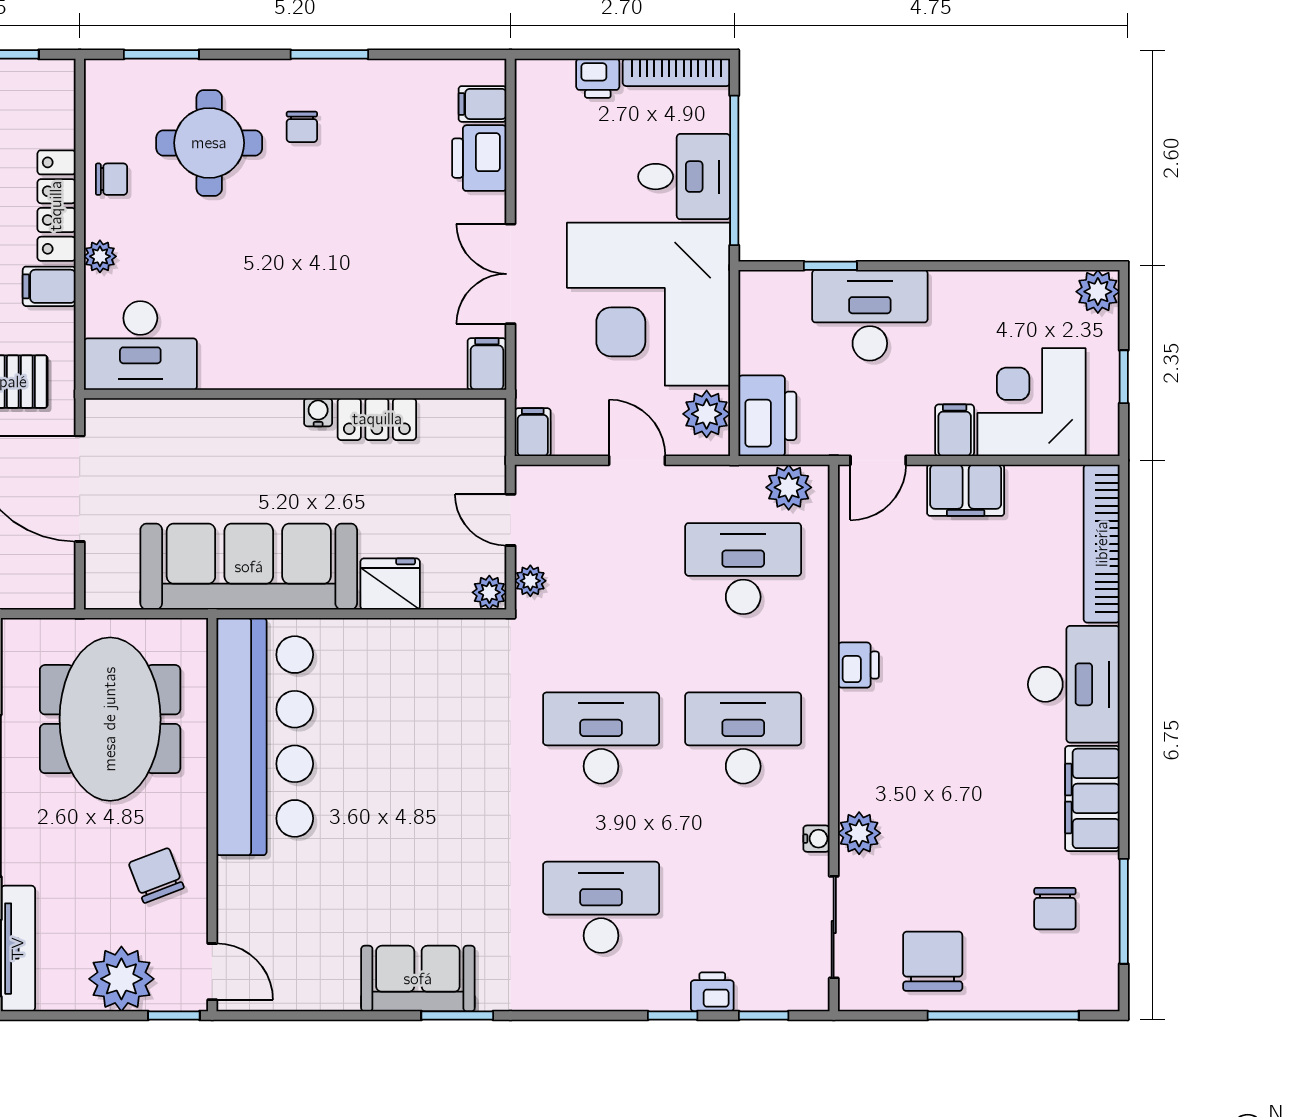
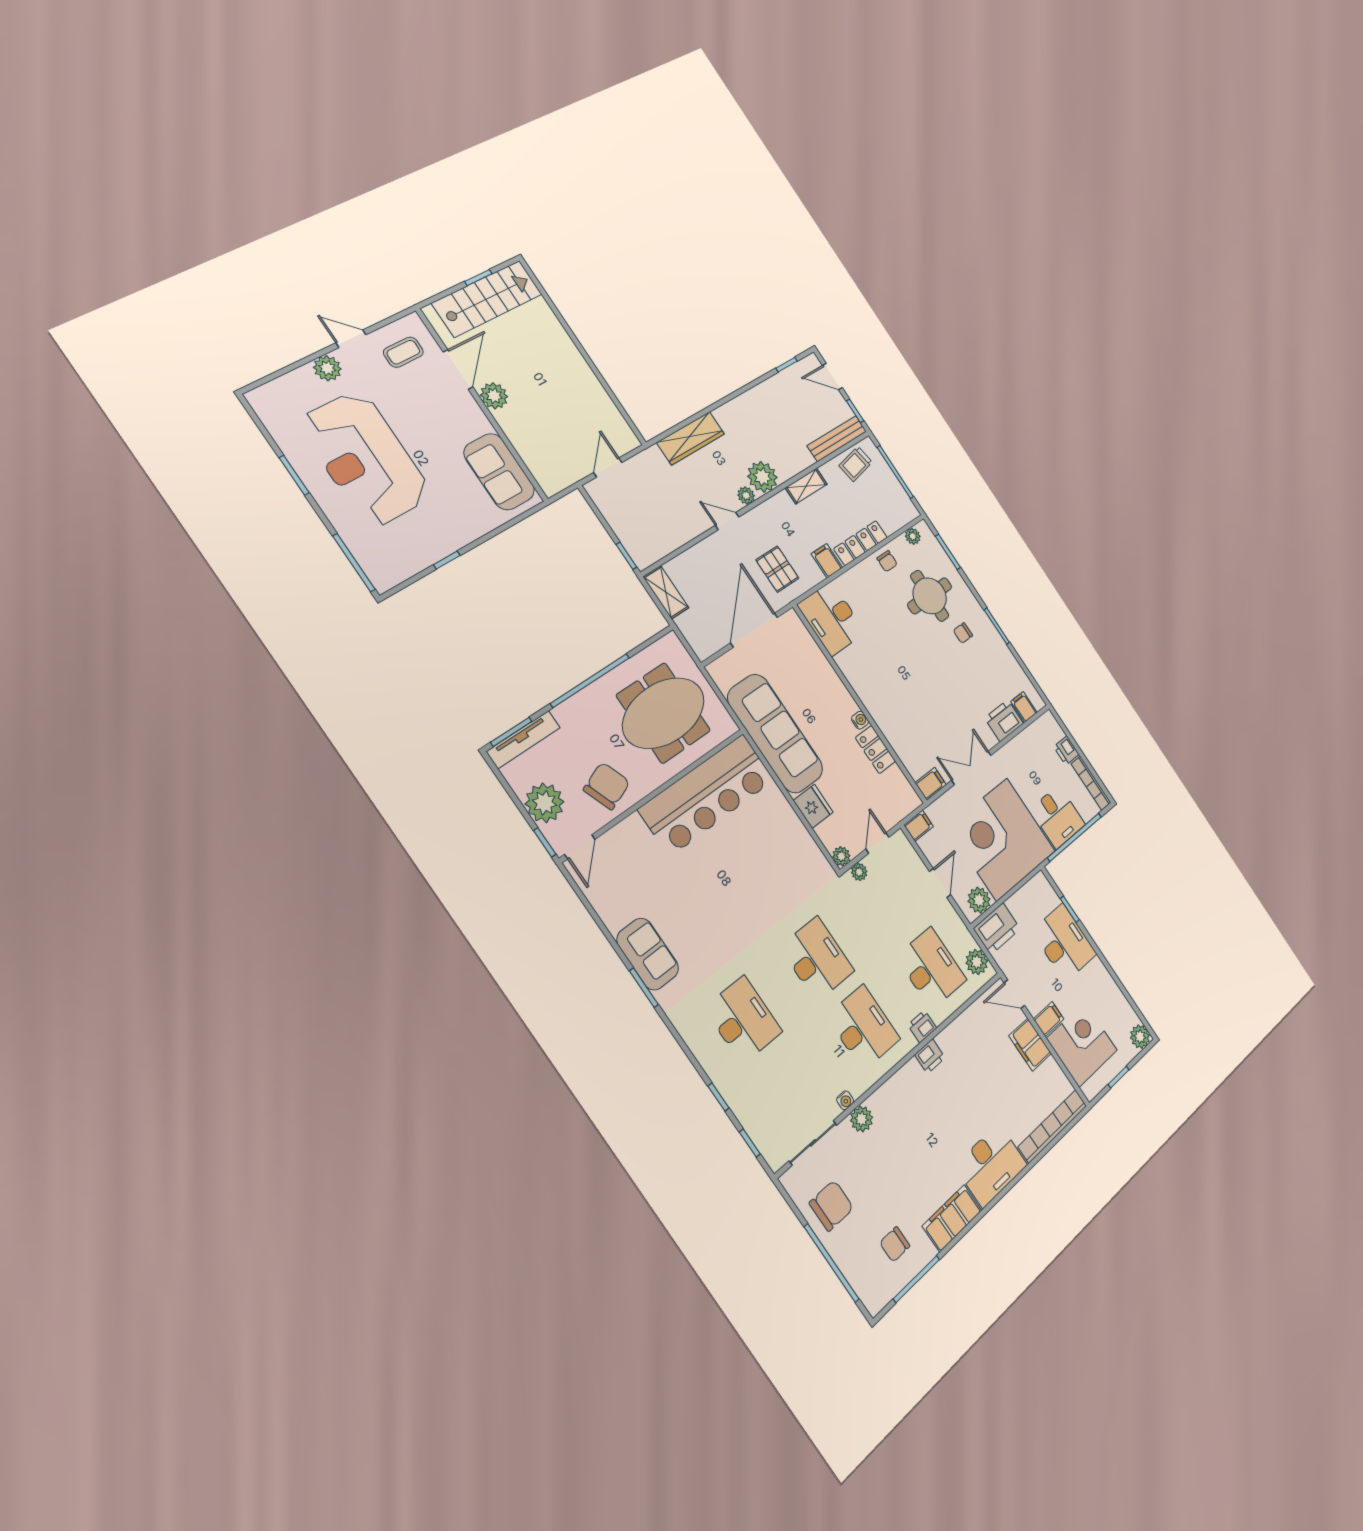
plant: (100, 256) -> (913, 536), moved
chair: (156, 875) -> (607, 786), width x1.37, depth x1.37
printer: (712, 992) -> (922, 1026), moved, turned -90

